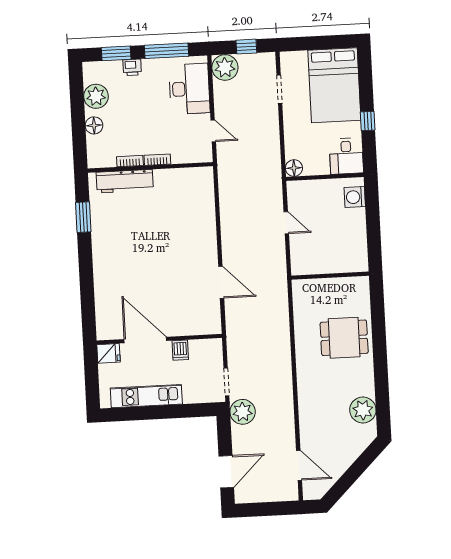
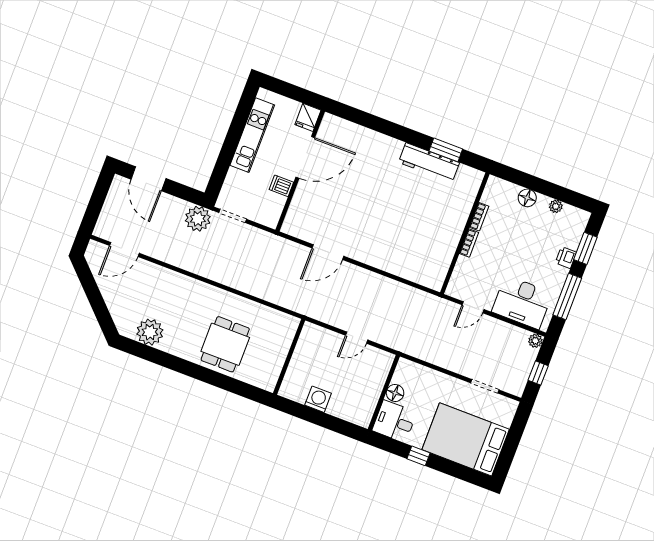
plant: (225, 67) -> (535, 341), width x0.53, depth x0.53
plant: (96, 96) -> (556, 206), width x0.53, depth x0.53
floor lamp: (294, 168) -> (395, 393), moved
workbench: (125, 181) -> (429, 163), moved, turned -90
washing machine: (355, 197) -> (318, 399), moved

